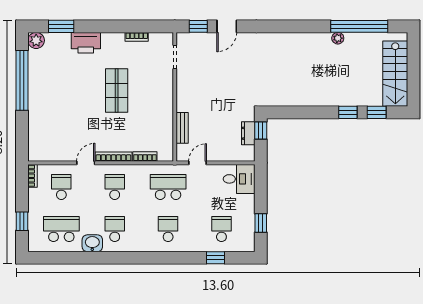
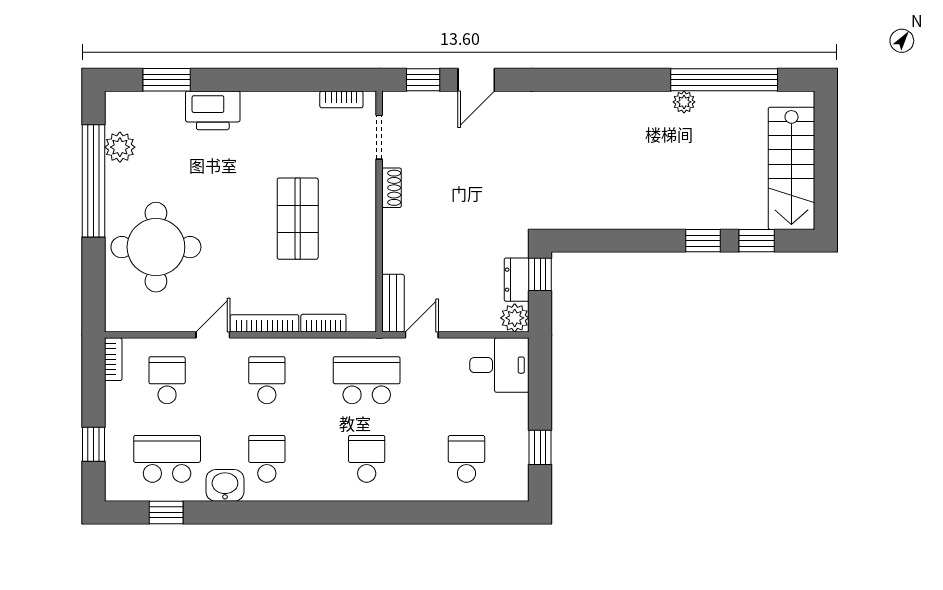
bookcase: (137, 37) -> (341, 99), moved
plant: (36, 40) -> (120, 147), moved
shoe rack: (181, 84) -> (392, 188), added
shop shelf: (117, 90) -> (298, 219), moved
round table: (55, 116) -> (156, 247), added
bench: (182, 128) -> (393, 303), moved
plant: (247, 154) -> (515, 318), added
window: (216, 258) -> (166, 512), moved

